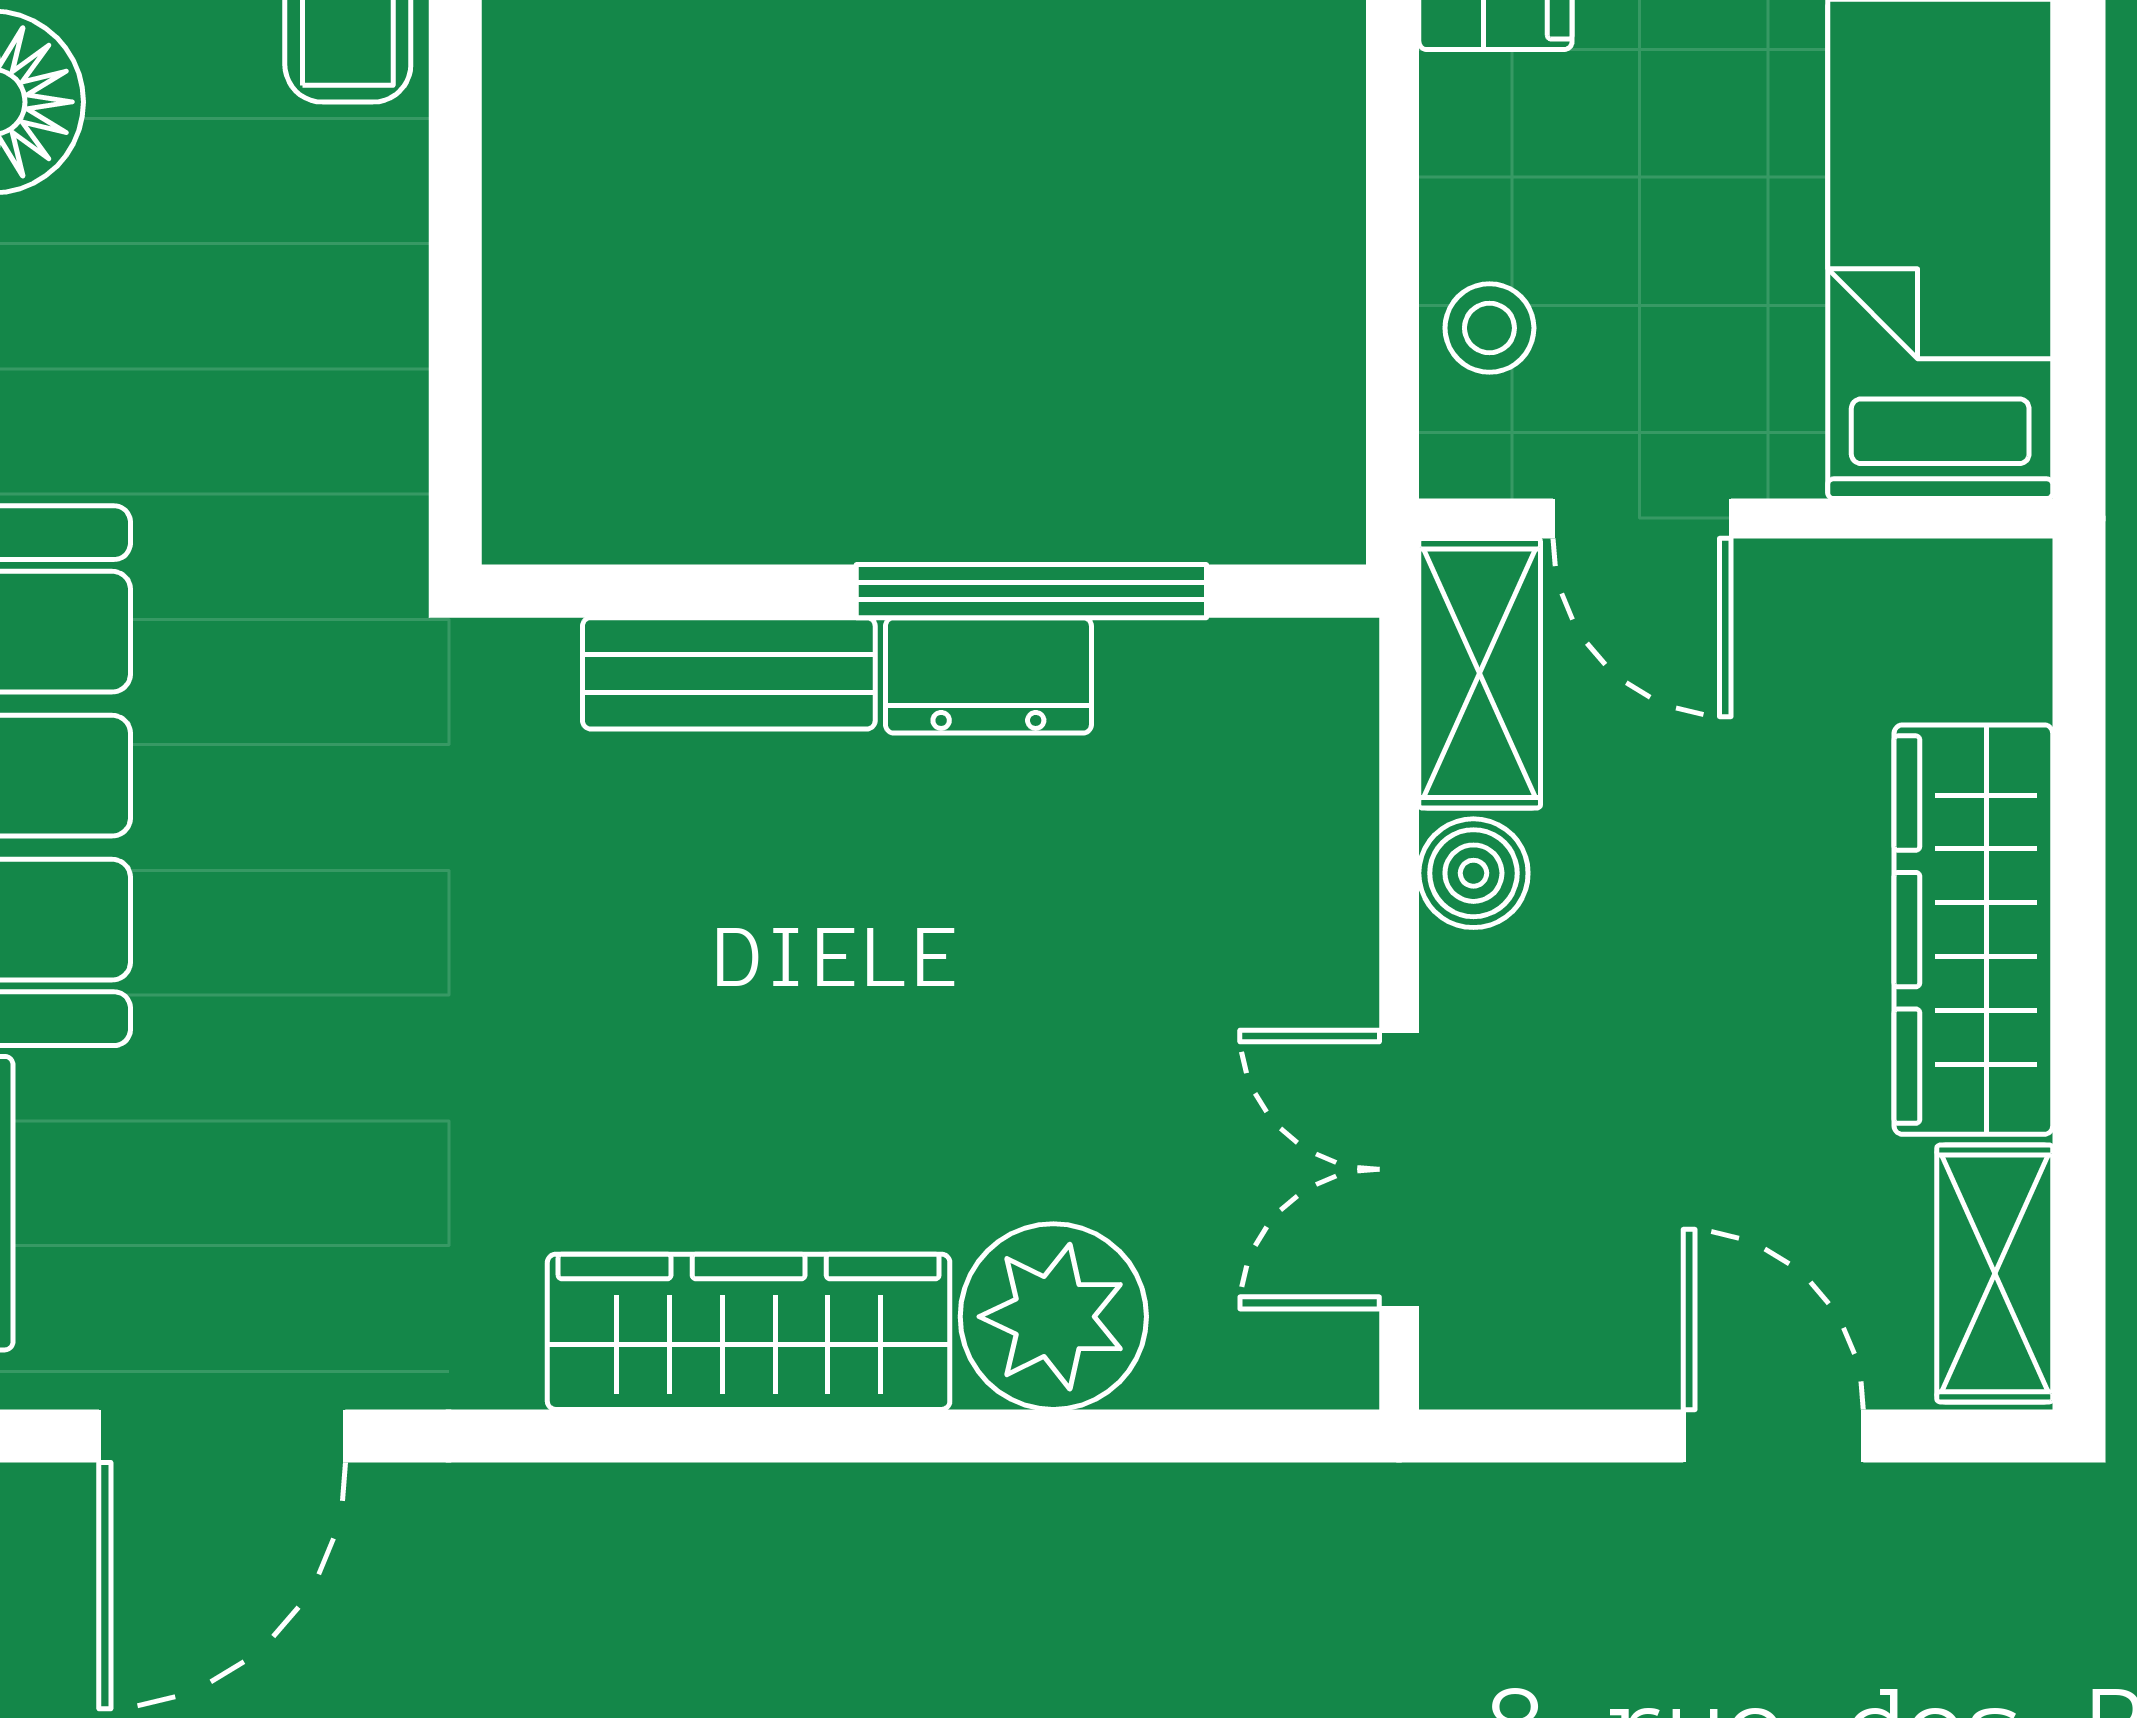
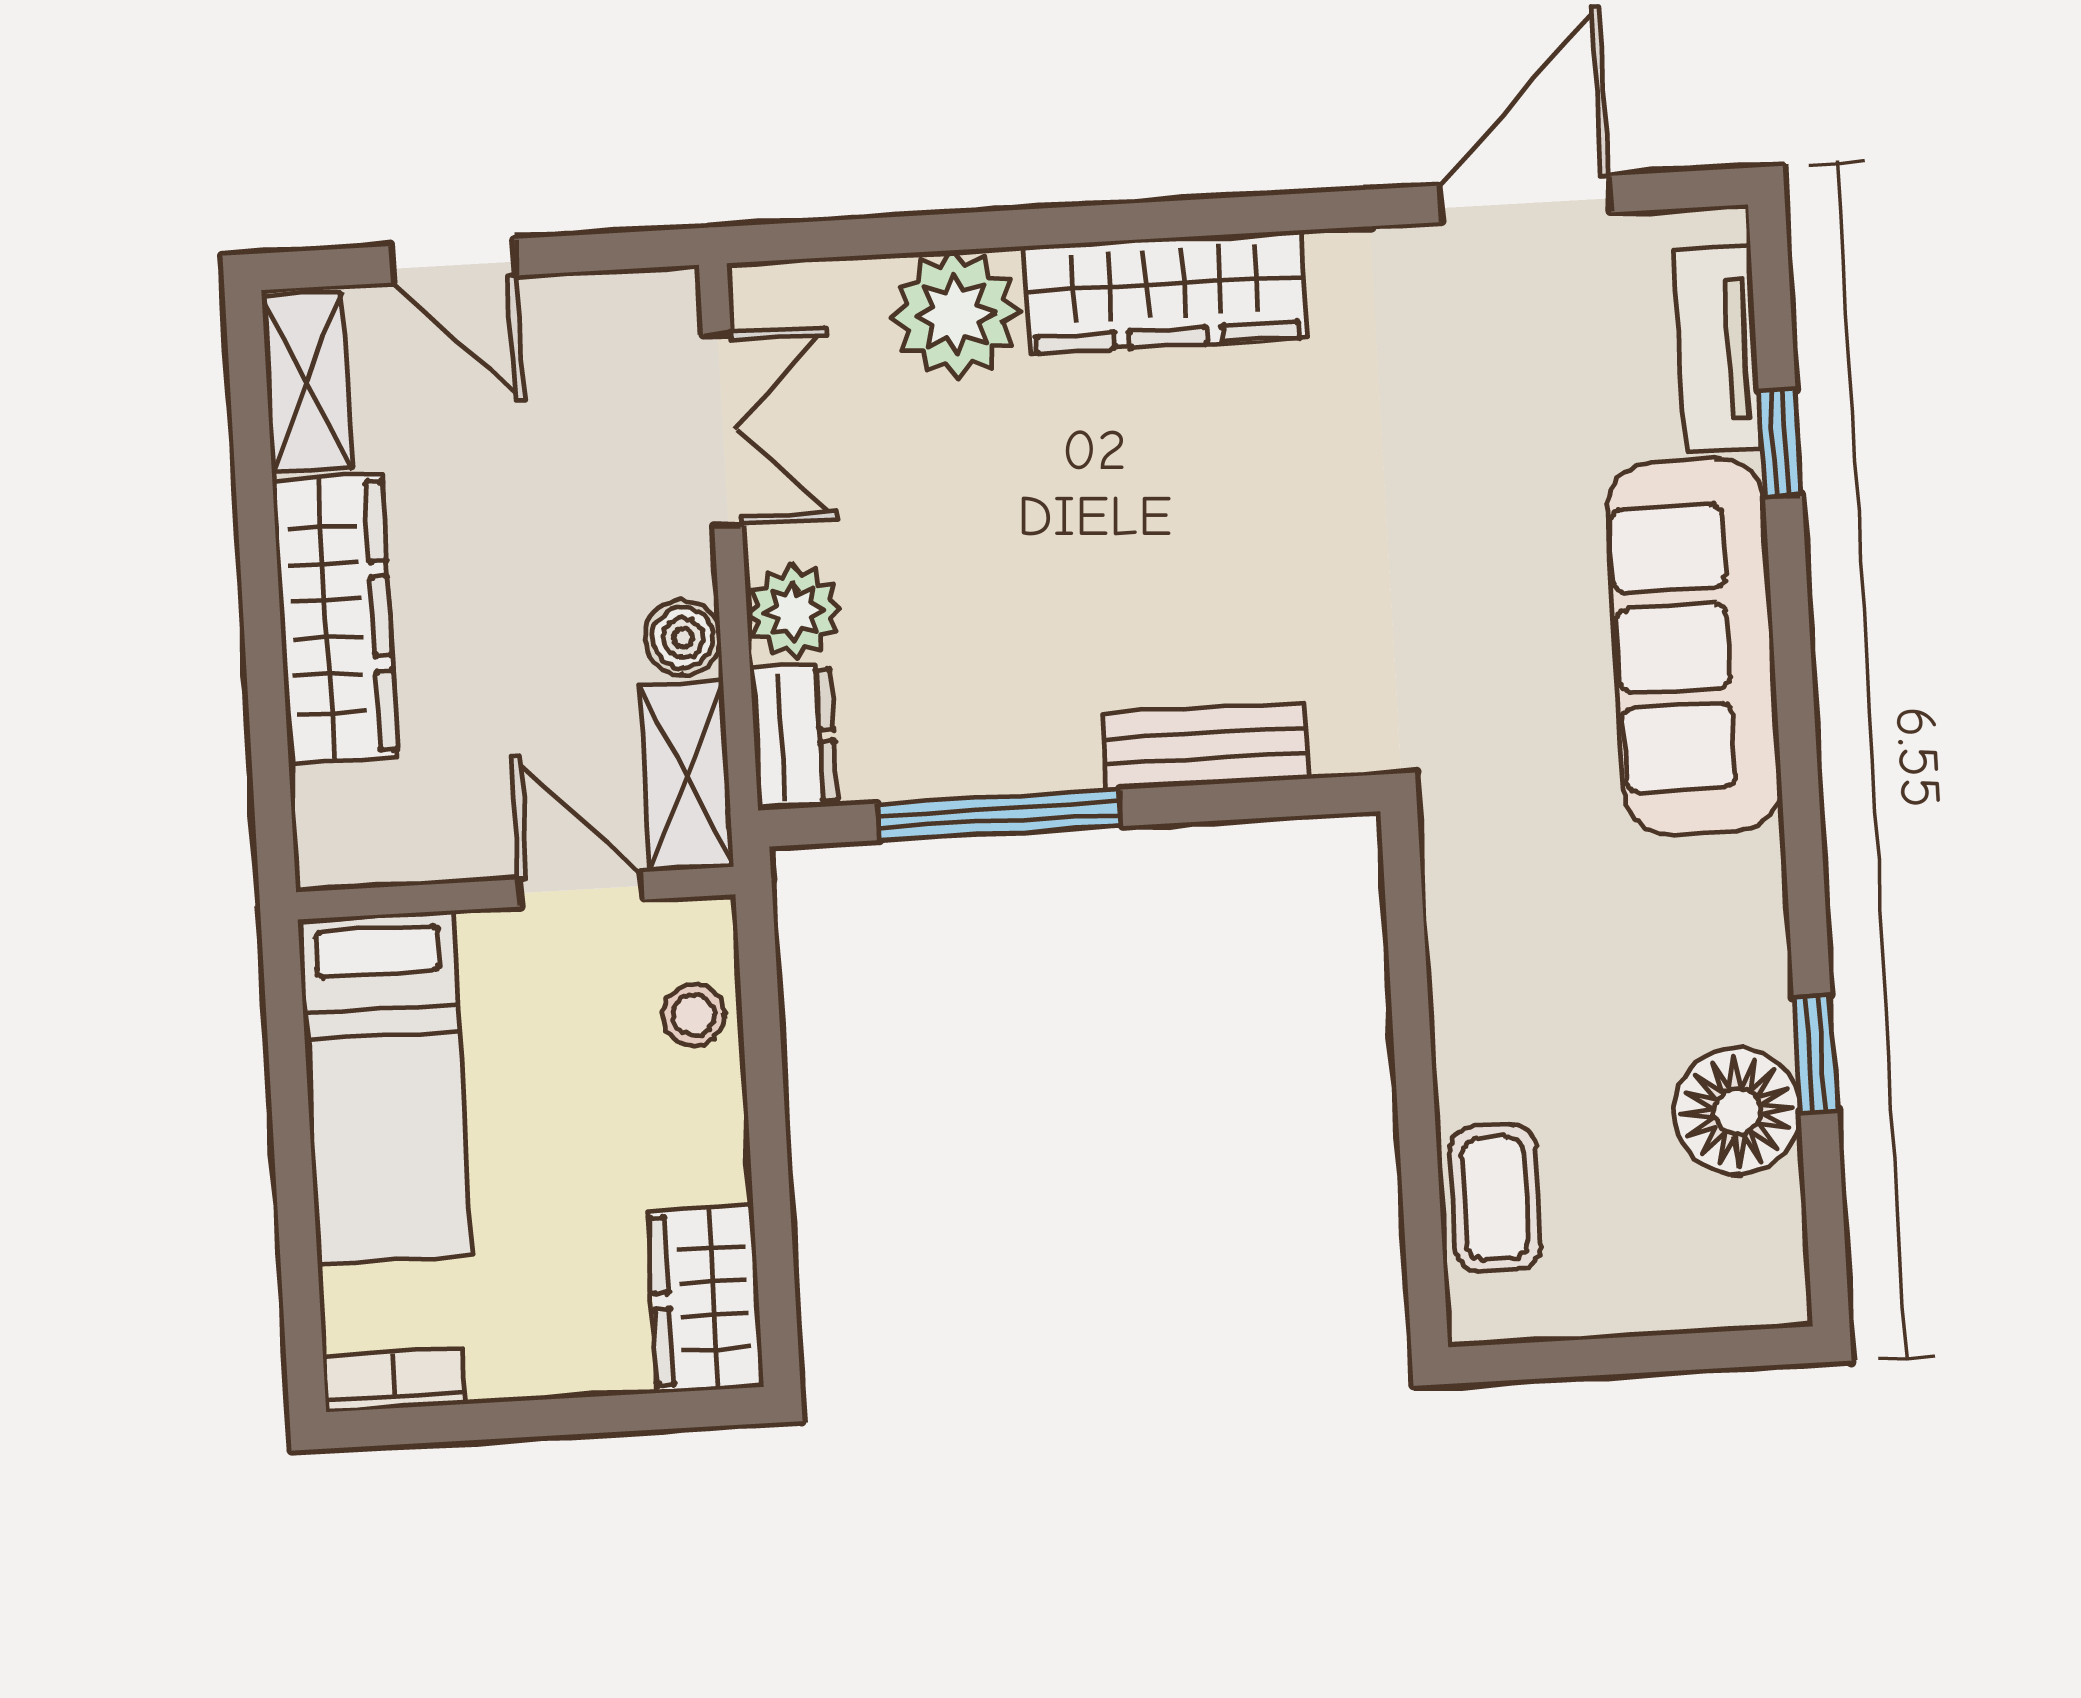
dresser: (988, 675) -> (794, 737), moved, turned 90
plant: (1311, 902) -> (794, 611), added

